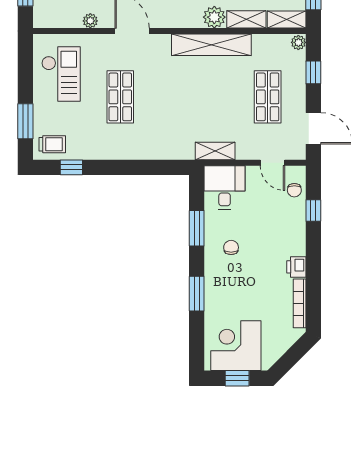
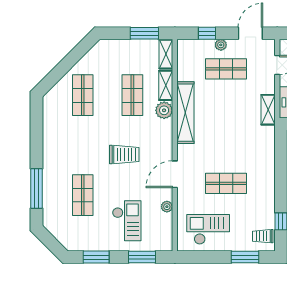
plant: (298, 42) -> (221, 45), moved
trolley: (52, 144) -> (263, 236), turned -90

